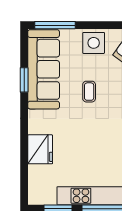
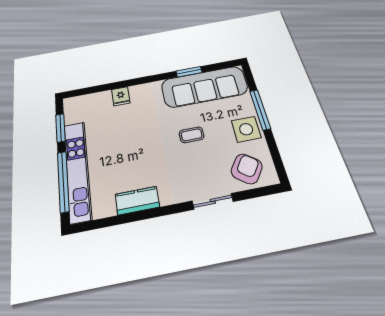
window: (55, 25) -> (260, 110), moved
fridge: (40, 149) -> (121, 96), width x0.53, depth x0.75

